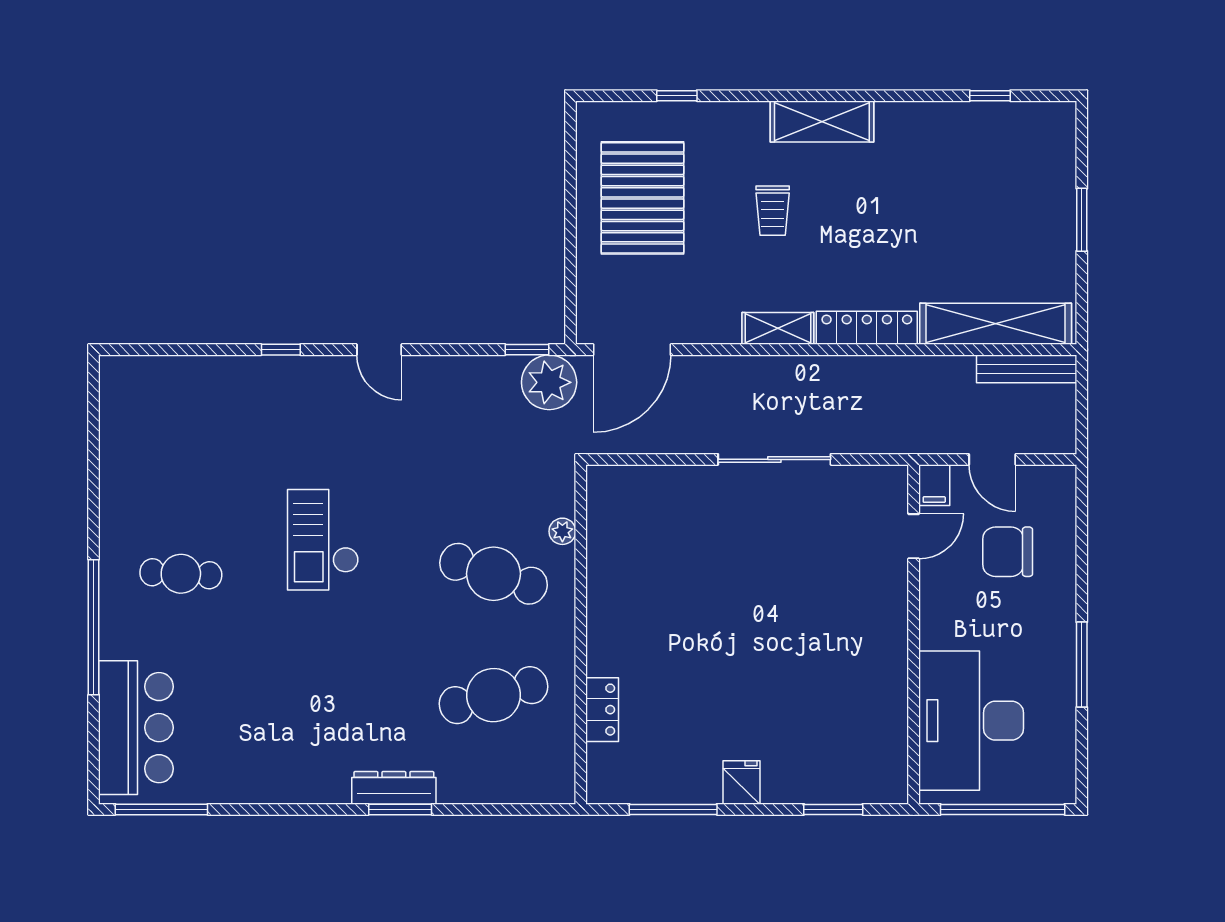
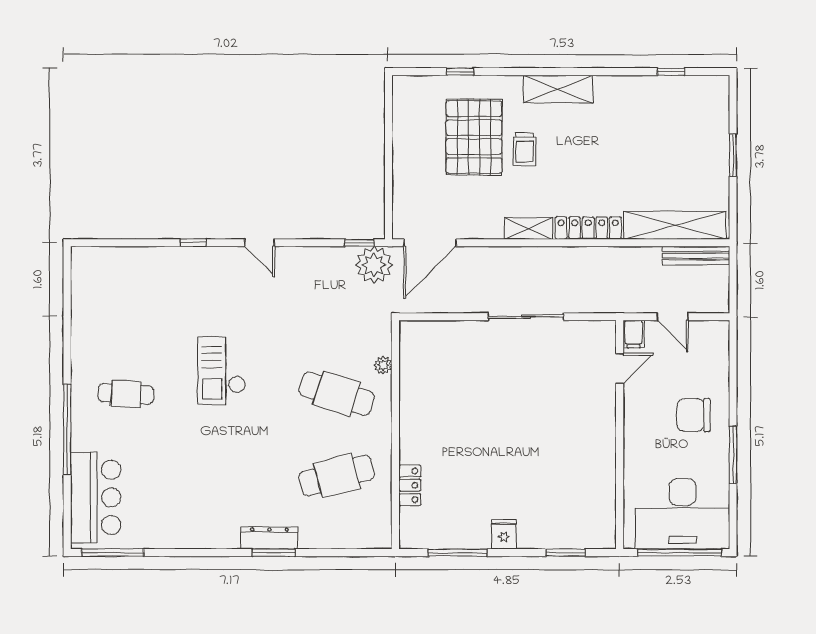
pallet: (642, 198) -> (474, 137), moved
chair: (1008, 552) -> (694, 415), moved
desk: (971, 721) -> (682, 514), moved, turned -90

